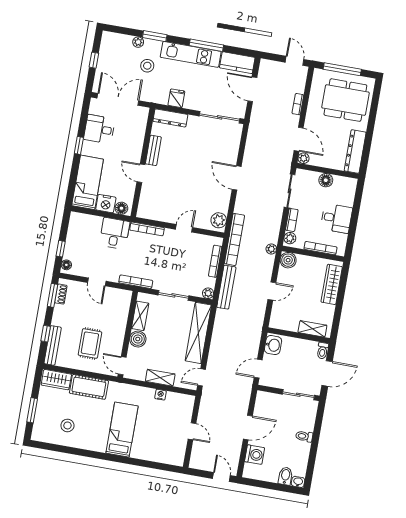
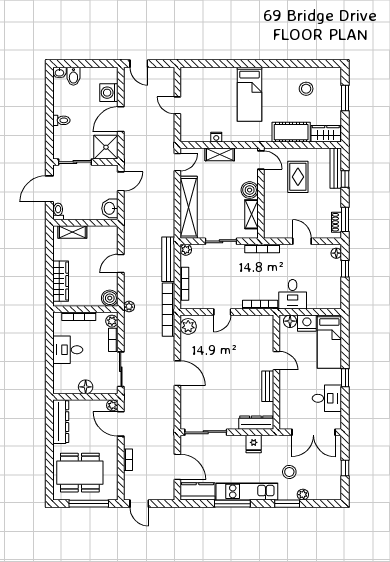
shower: (267, 404) -> (106, 147), added

